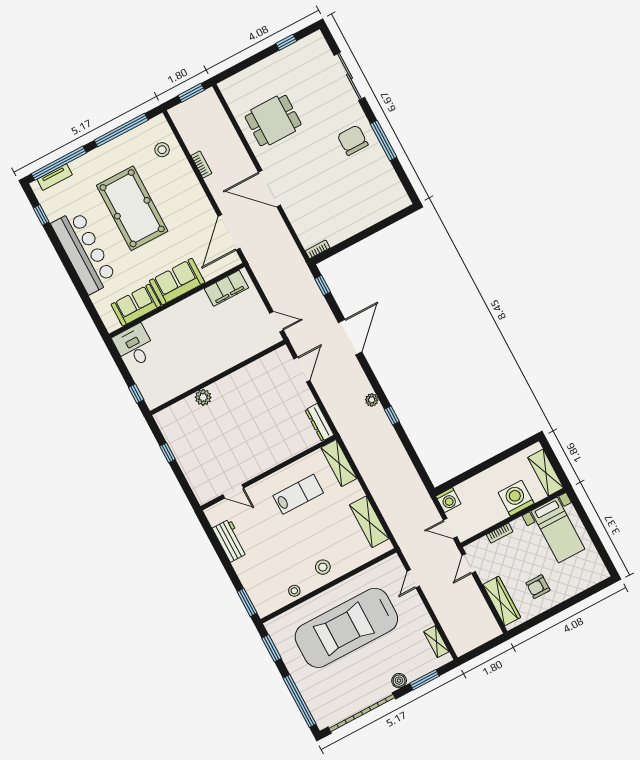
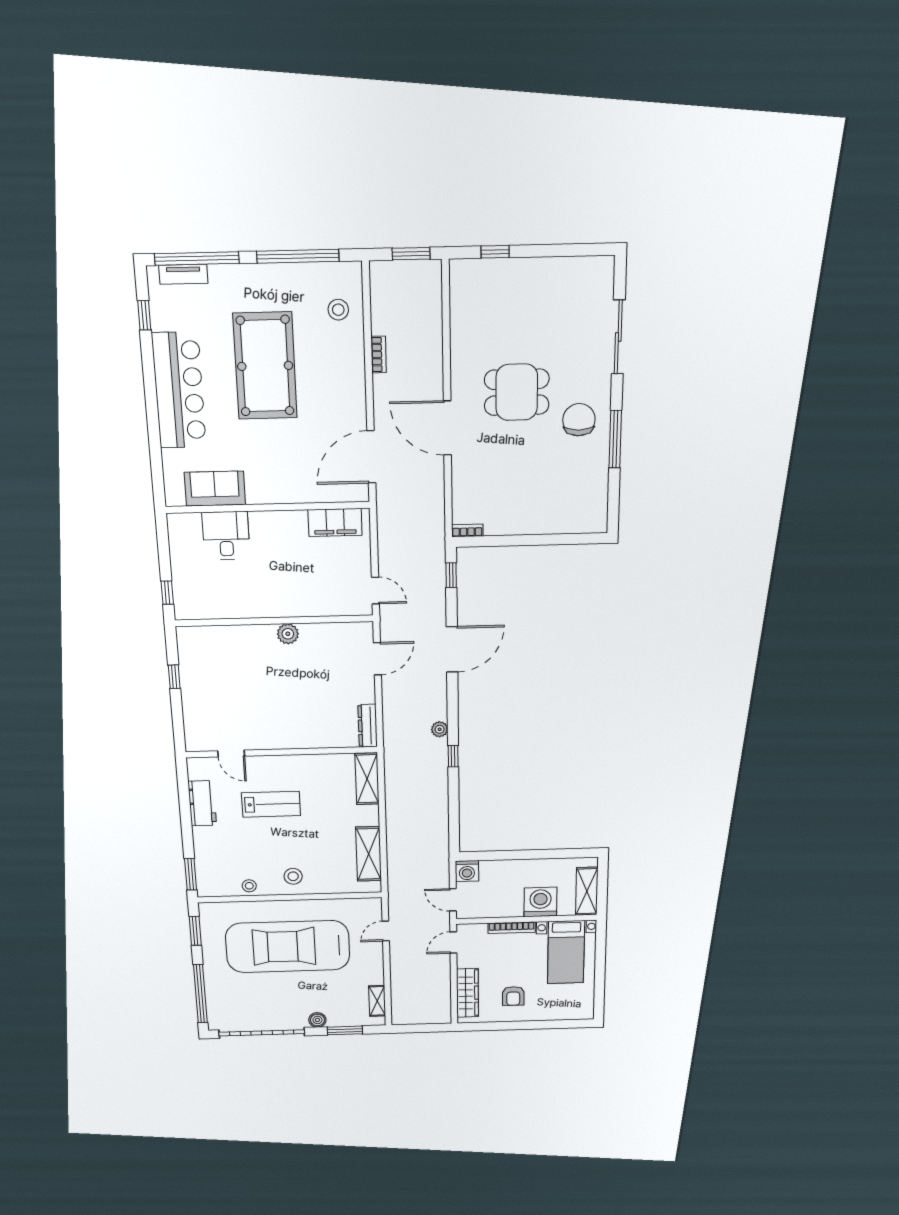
window: (286, 42) -> (495, 252), moved
dining table: (273, 121) -> (517, 392), moved
sofa: (177, 282) -> (279, 485), removed
desk: (134, 346) -> (226, 536), moved
plant: (203, 397) -> (288, 634), moved
lab bench: (298, 494) -> (271, 804), moved
bookcase: (500, 533) -> (512, 928), width x1.56
armchair: (538, 587) -> (513, 996), turned -90

